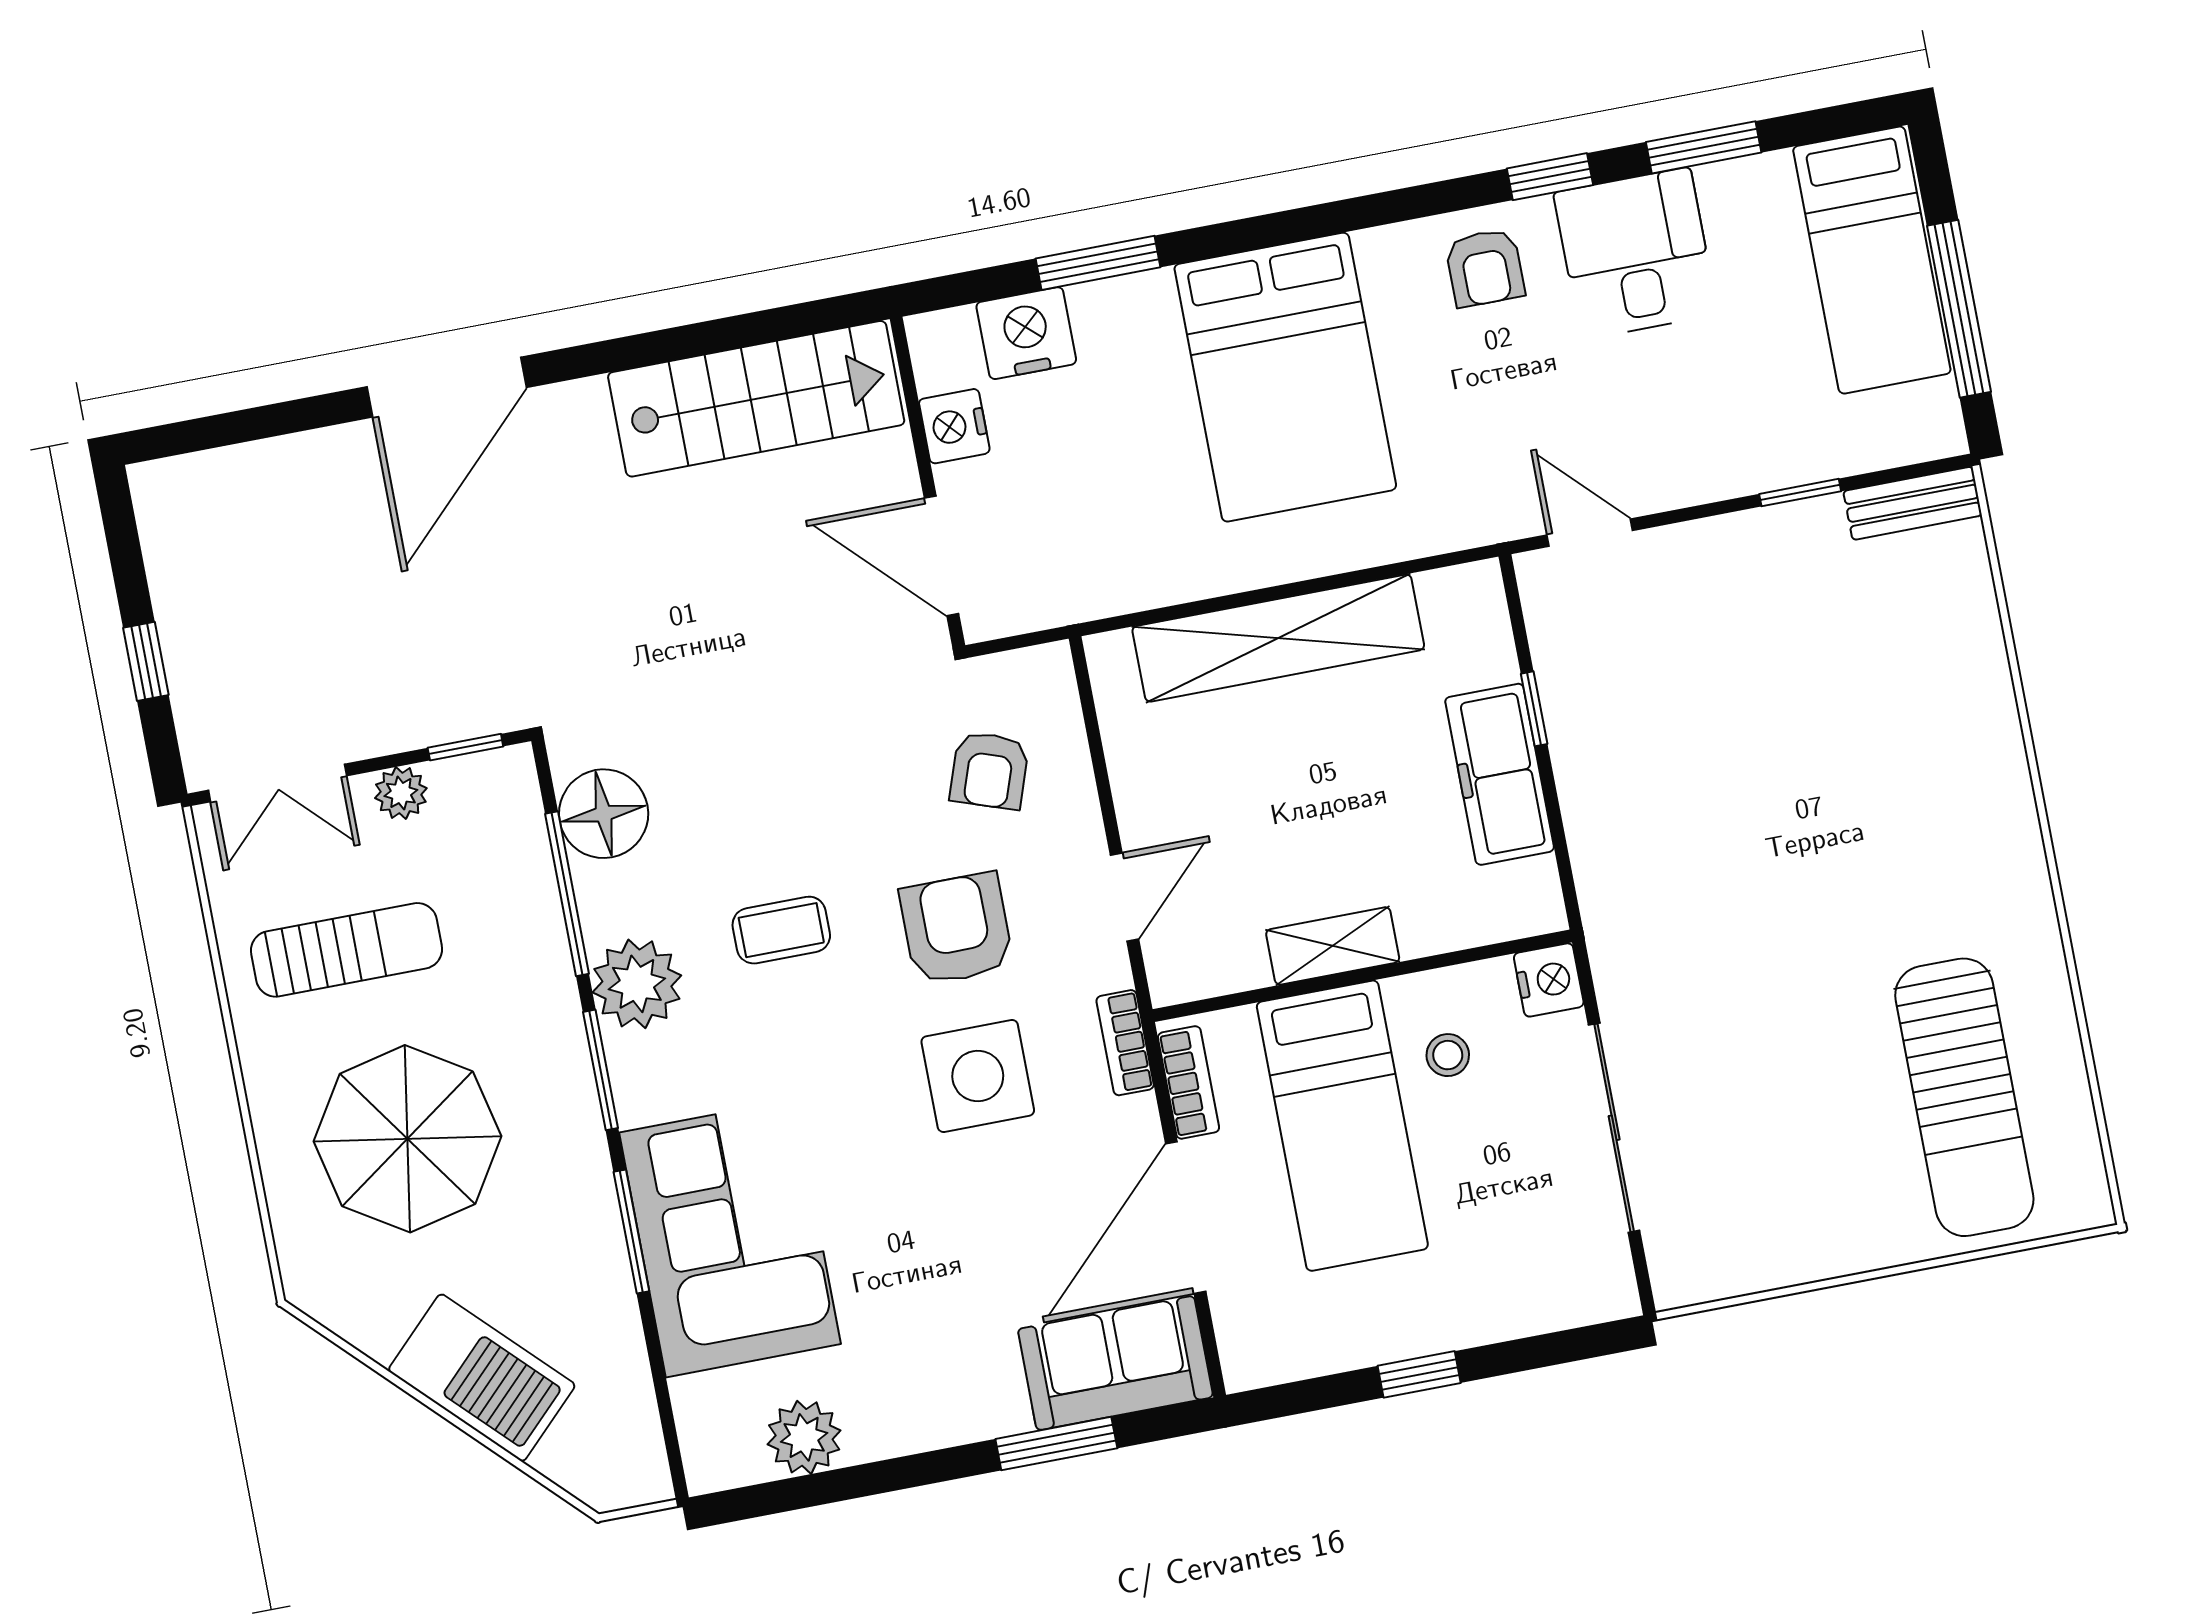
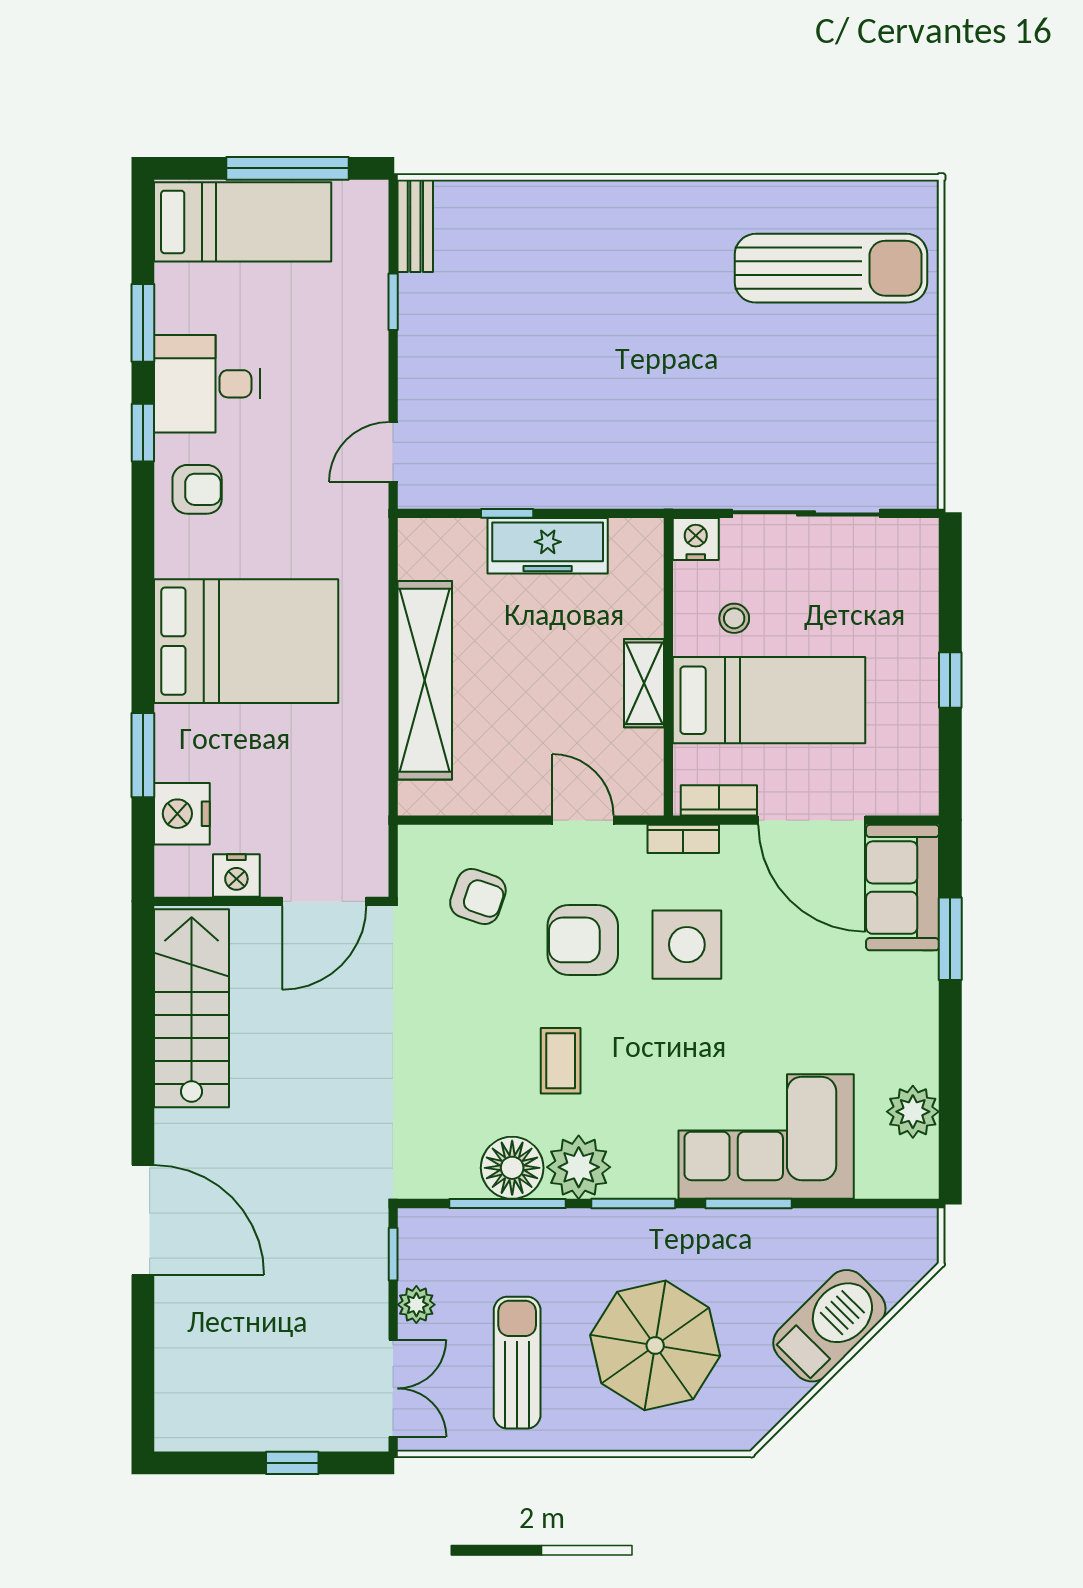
floor lamp: (604, 814) -> (512, 1168), moved

